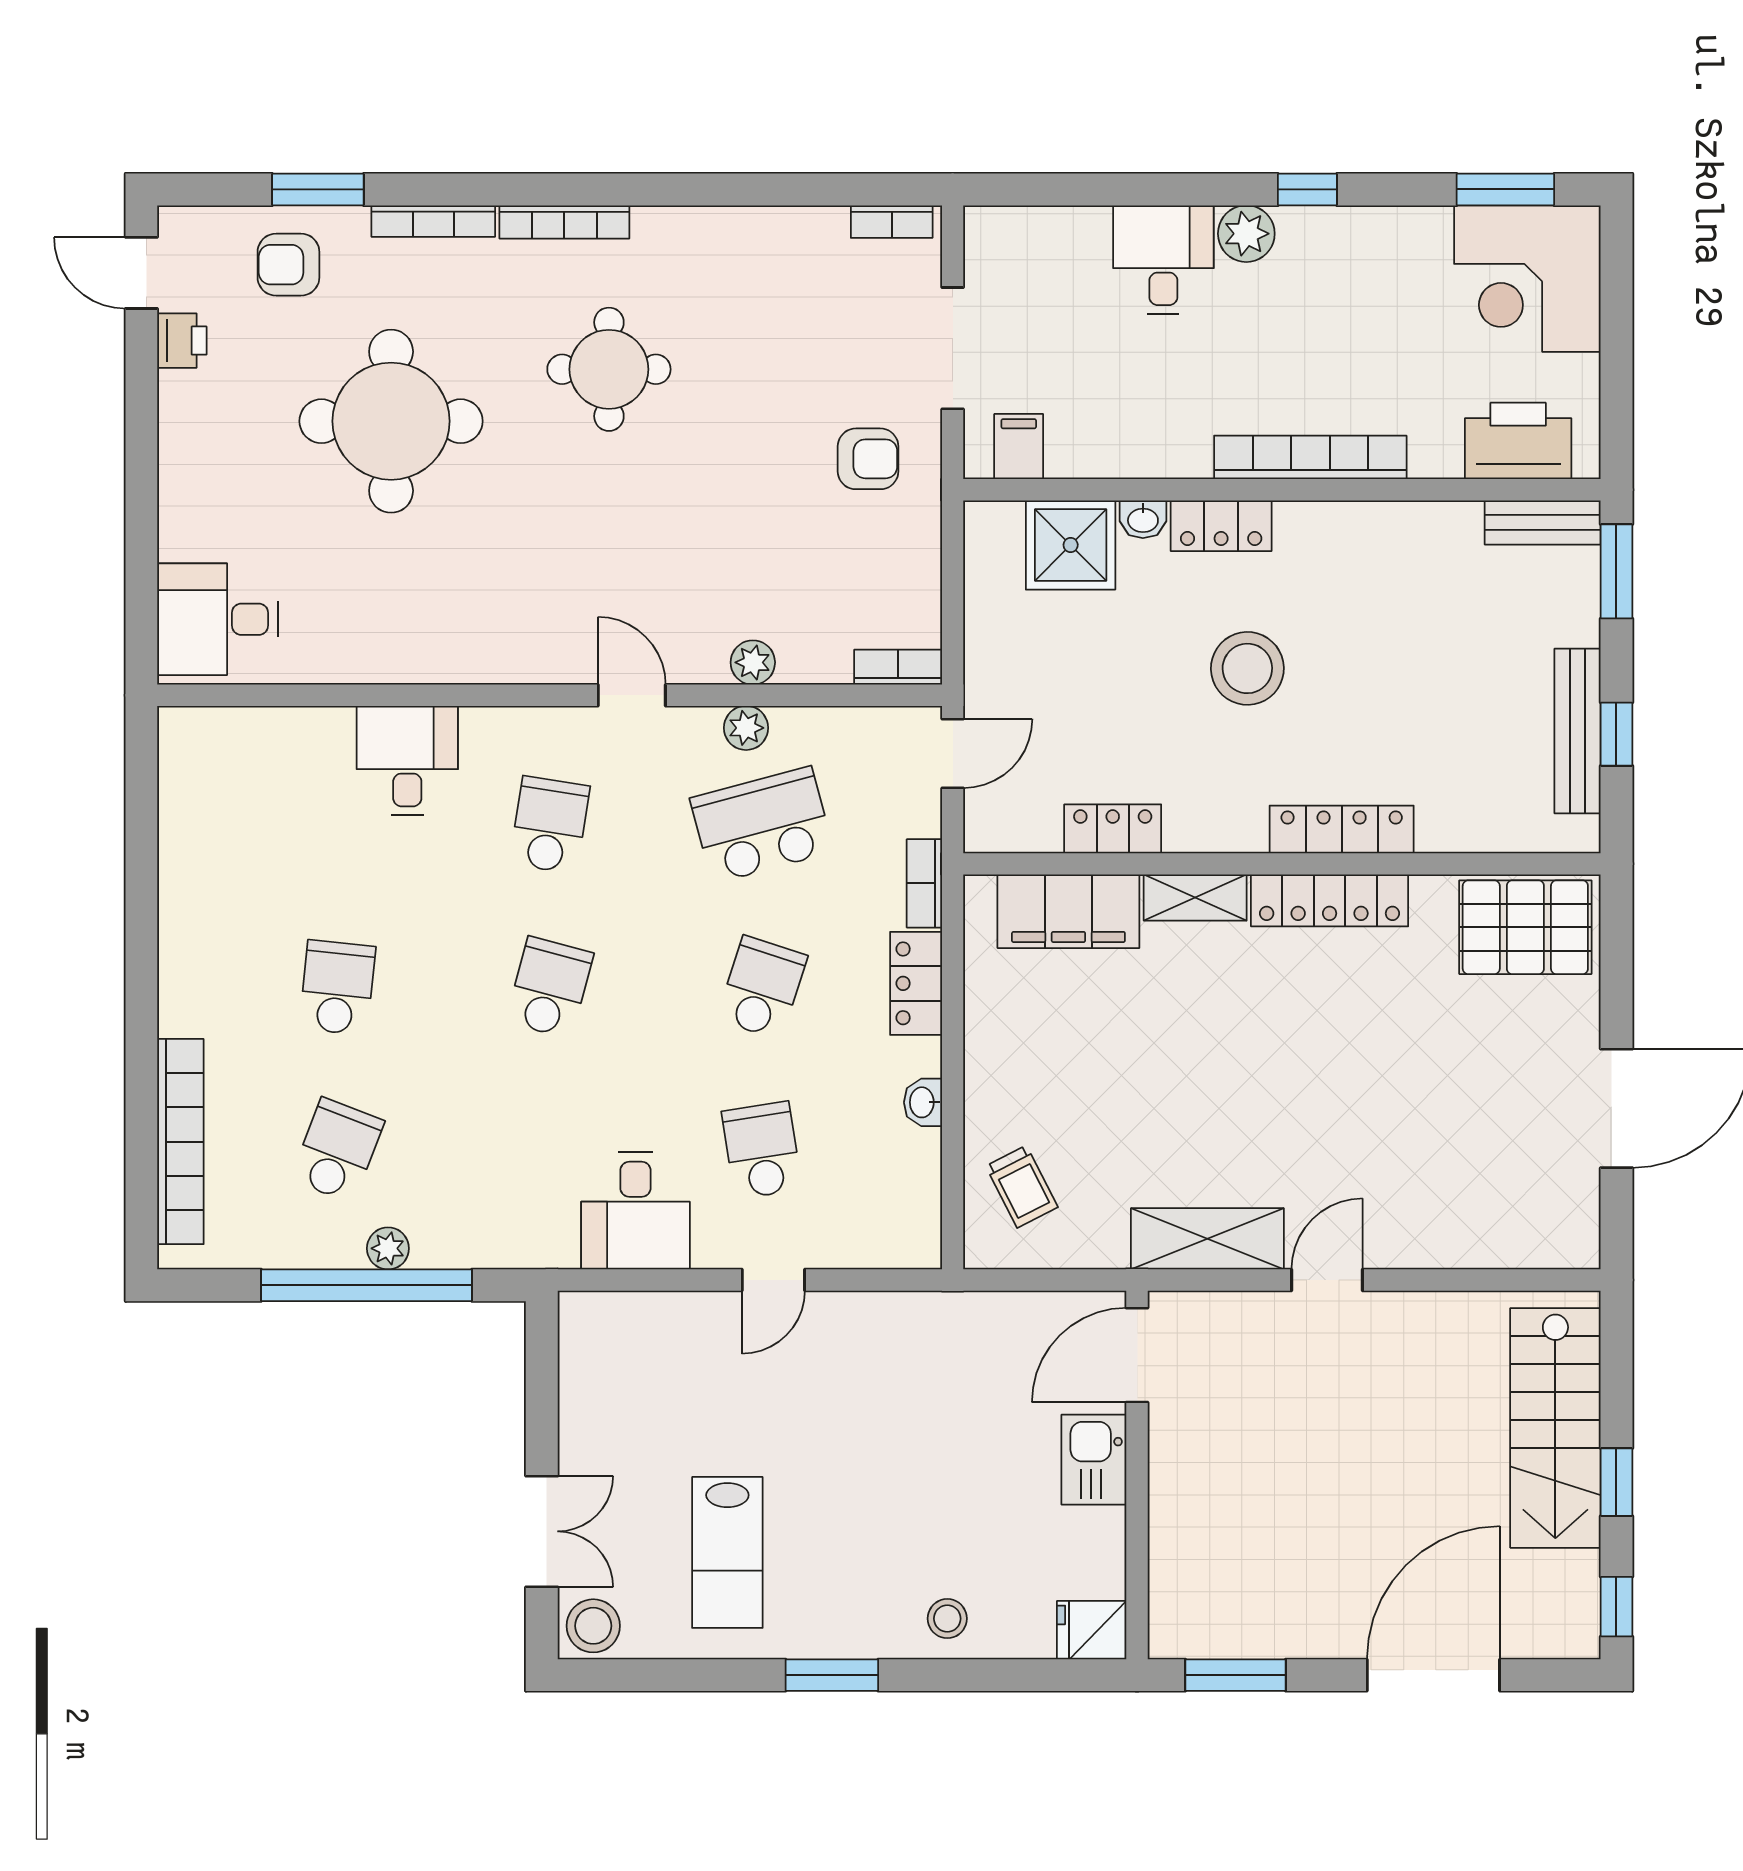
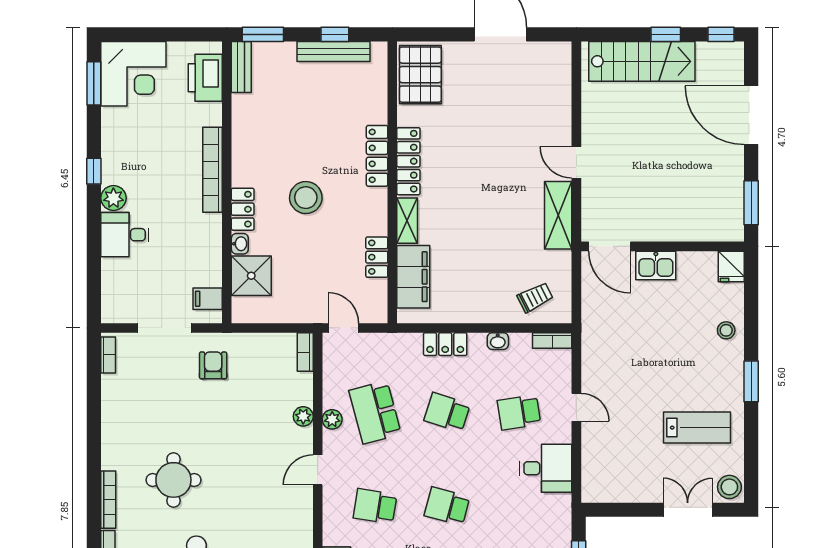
bookcase: (924, 883) -> (552, 340), moved

